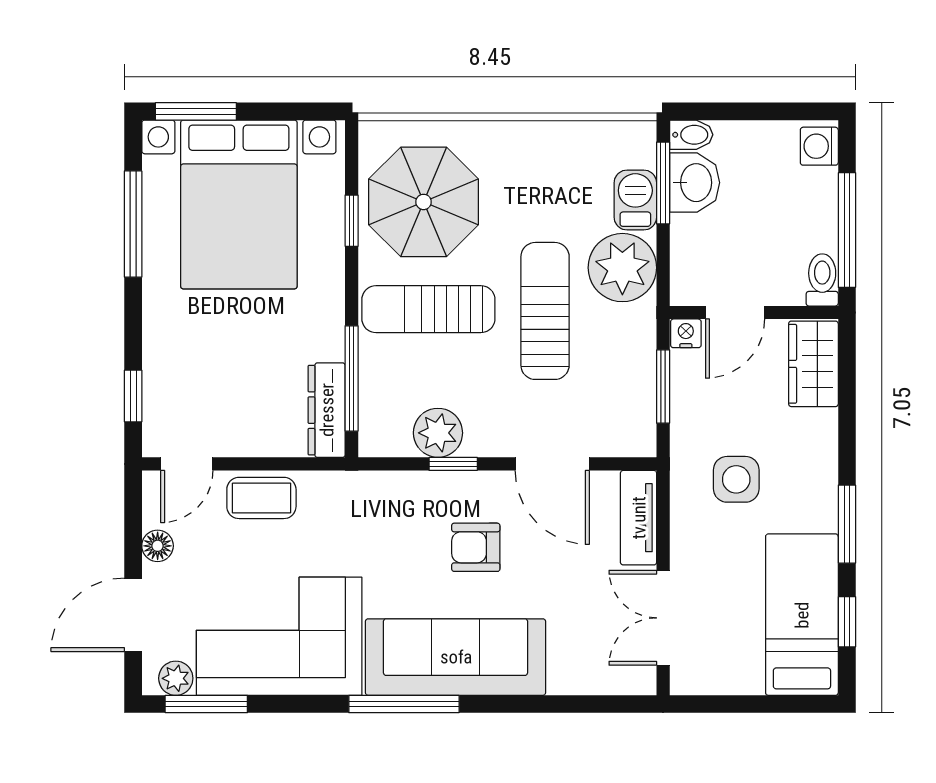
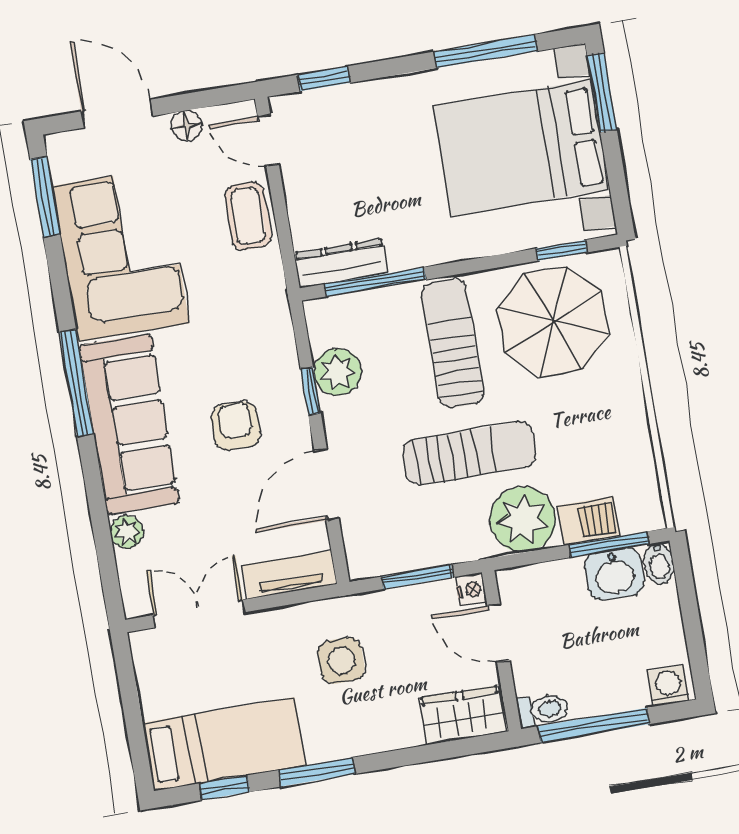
window: (352, 221) -> (562, 250), moved
plant: (176, 678) -> (127, 532), moved

